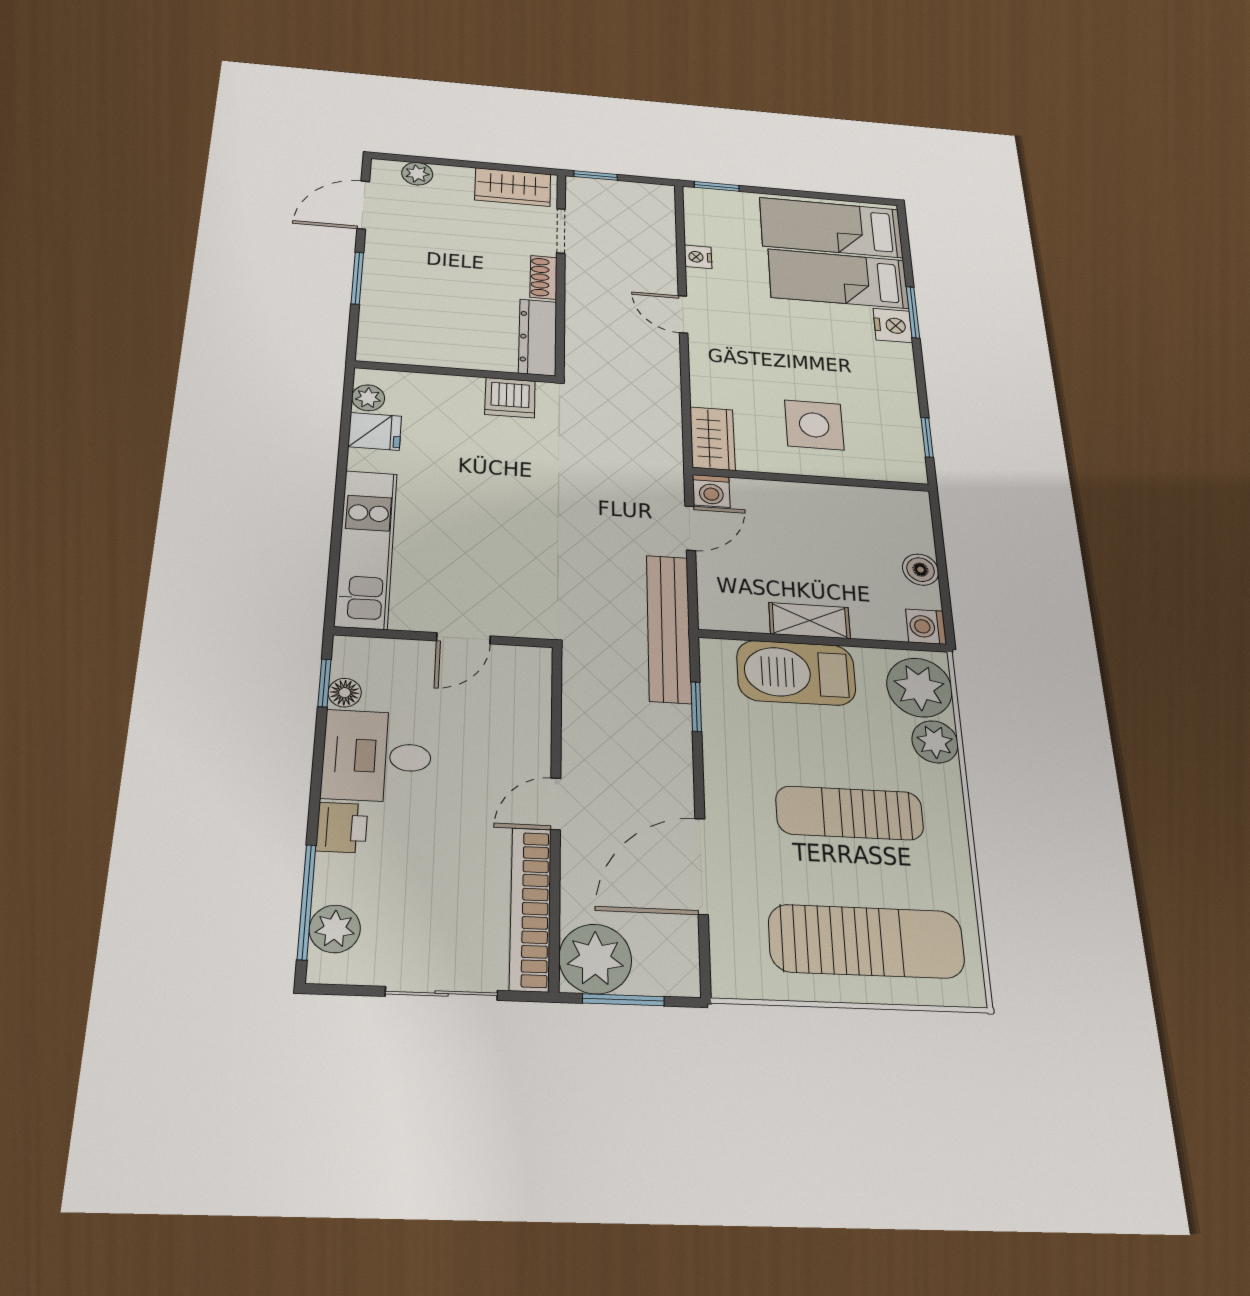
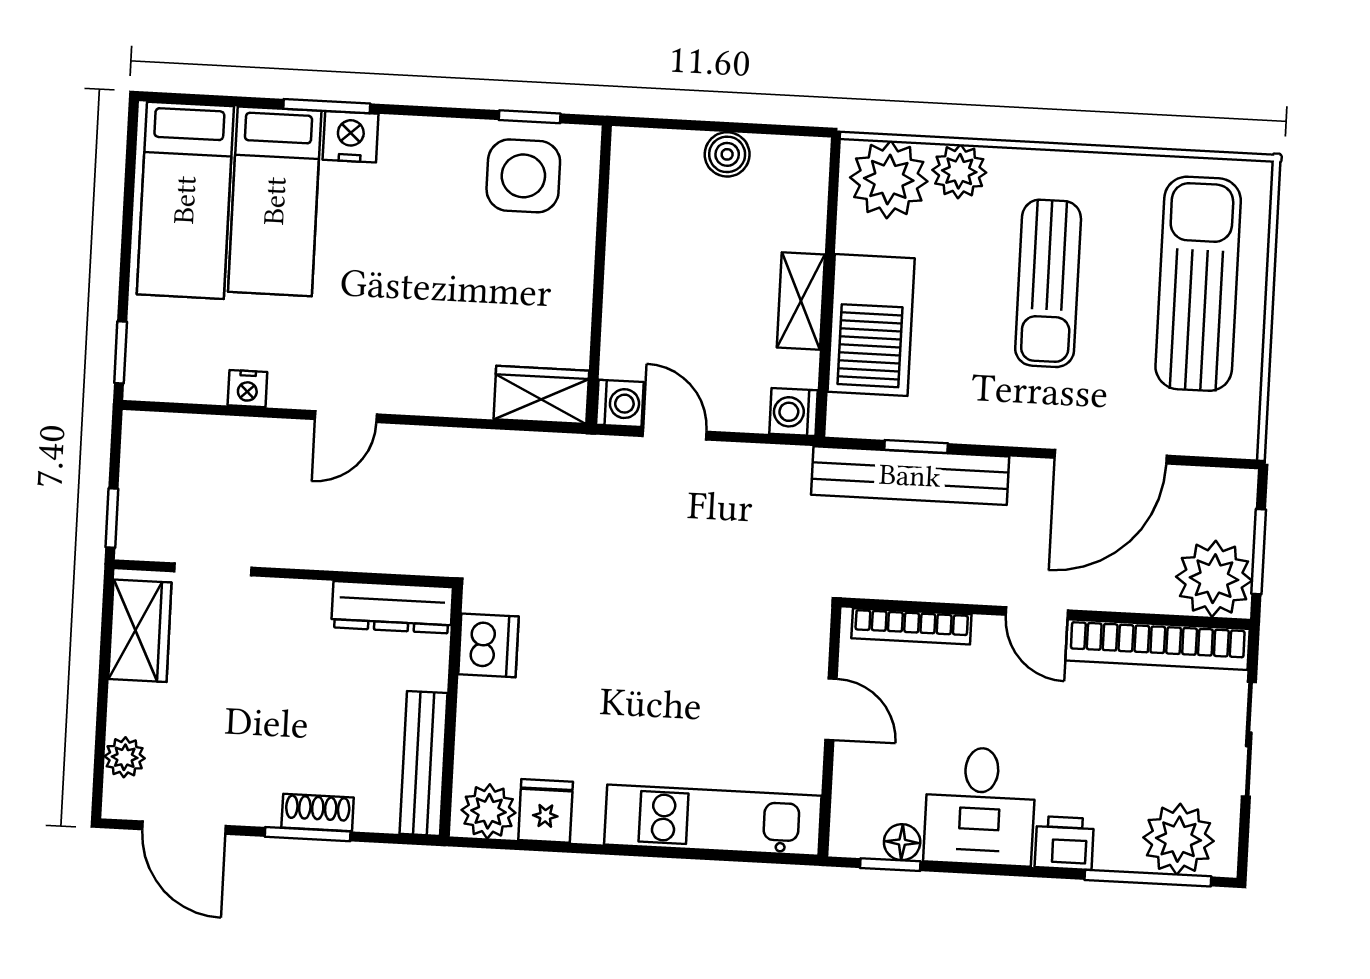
shoe rack: (544, 277) -> (318, 812), moved, turned 180
bench: (414, 353) -> (424, 763), added
plant: (368, 398) -> (489, 811), width x1.38, depth x1.38
side table: (814, 425) -> (523, 176), moved
washing machine: (926, 627) -> (793, 412), moved, turned 90
bench: (669, 628) -> (910, 476), moved
bookcase: (539, 702) -> (911, 626), added
door: (702, 866) -> (1111, 457), hinge flipped
plant: (335, 929) -> (1178, 839), width x1.36, depth x1.36

